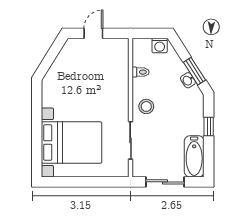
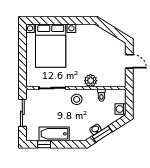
plant: (120, 87) -> (91, 81), added
window: (209, 126) -> (44, 144), moved
bathtub: (194, 156) -> (54, 134), moved

